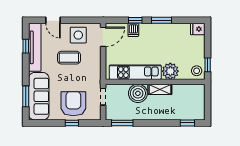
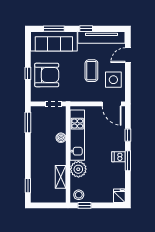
dishwasher: (133, 30) -> (119, 157), moved
window: (26, 46) -> (86, 29), moved
shelving: (160, 89) -> (61, 177), moved
boiler: (138, 93) -> (61, 138), width x0.54, depth x0.54

